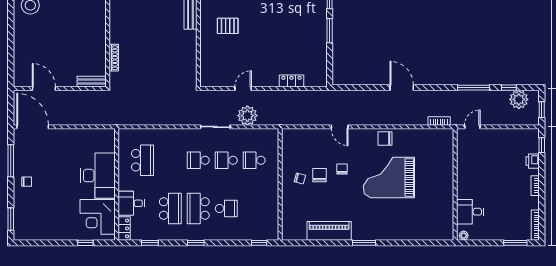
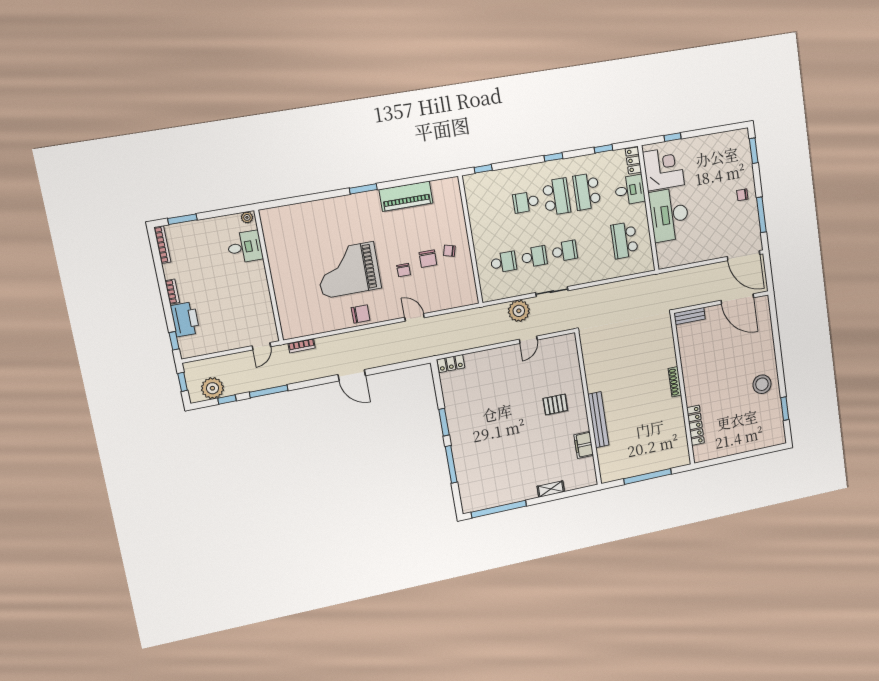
shoe rack: (114, 58) -> (675, 382), moved
locker: (291, 81) -> (451, 364), moved
door: (44, 89) -> (737, 299), width x1.36
printer: (533, 161) -> (185, 319), width x1.87, depth x1.48
grand piano: (389, 178) -> (348, 270), turned 180

